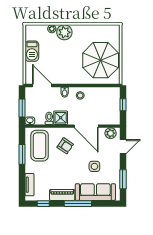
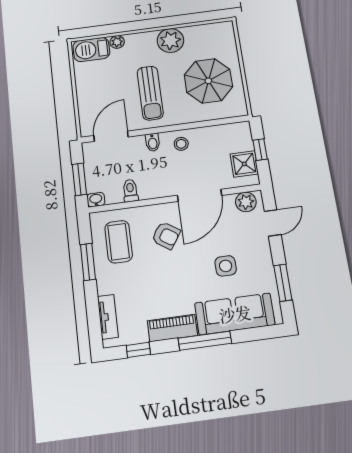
plant: (64, 32) -> (170, 41), moved
barbecue: (32, 51) -> (91, 50), moved, turned 90
parasol: (101, 60) -> (208, 81), width x0.73, depth x0.73
sun lounger: (67, 63) -> (150, 93), added
door: (42, 86) -> (111, 136), hinge flipped
shower: (61, 118) -> (244, 164), moved
door: (86, 126) -> (199, 195), hinge flipped
coffee table: (40, 146) -> (119, 242), width x0.73, depth x0.76

